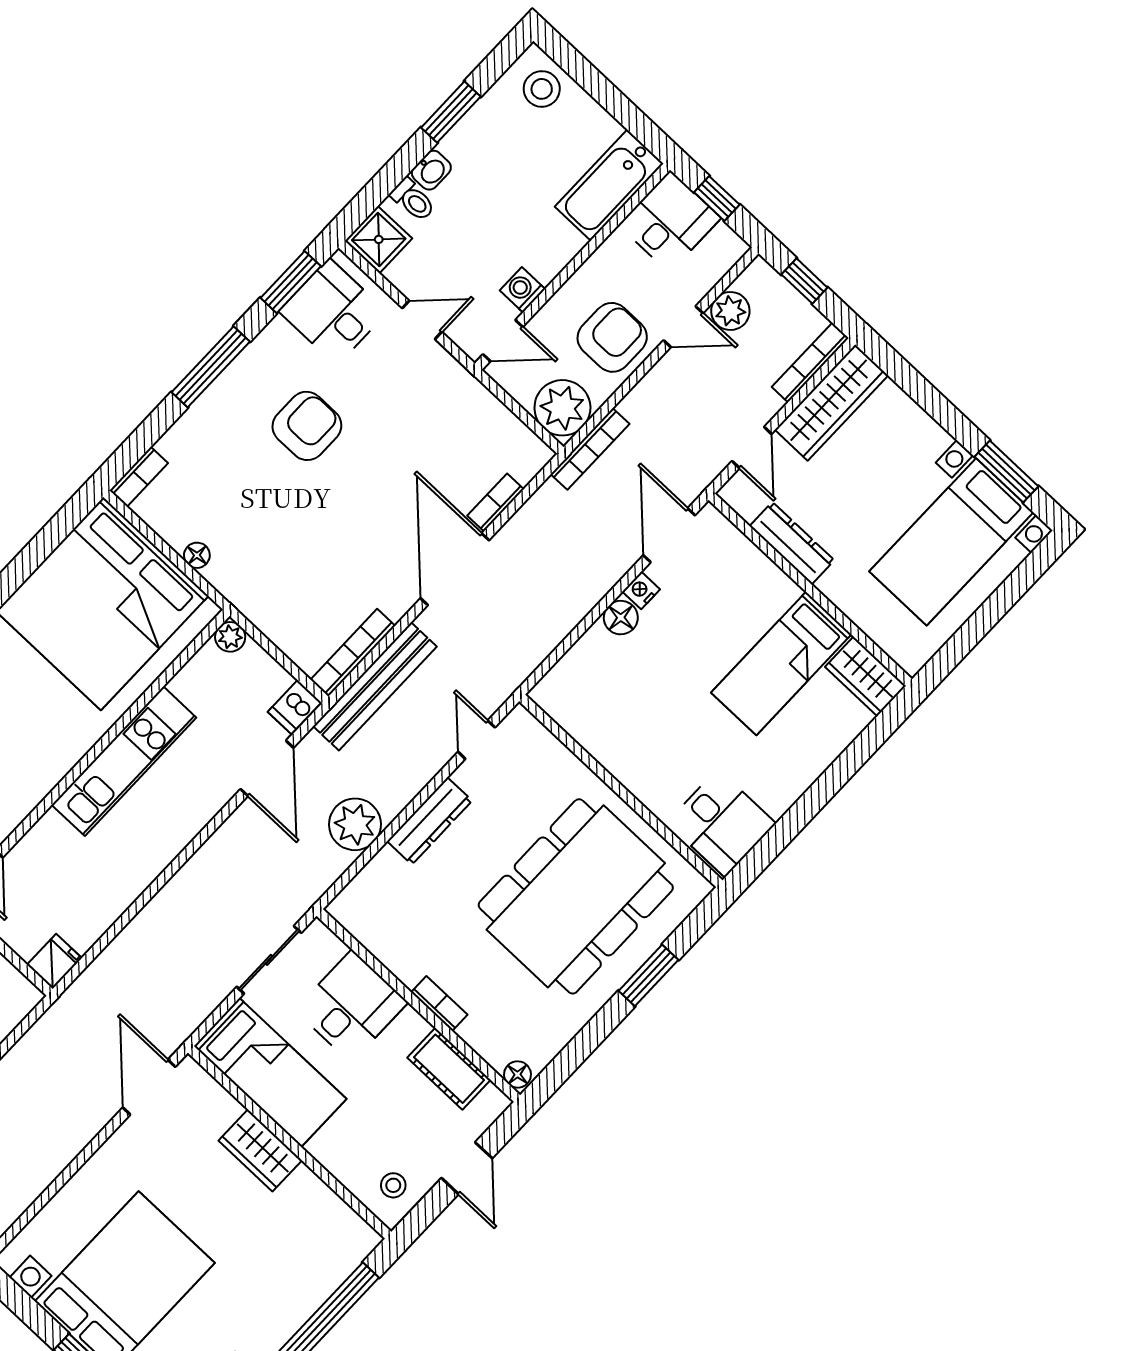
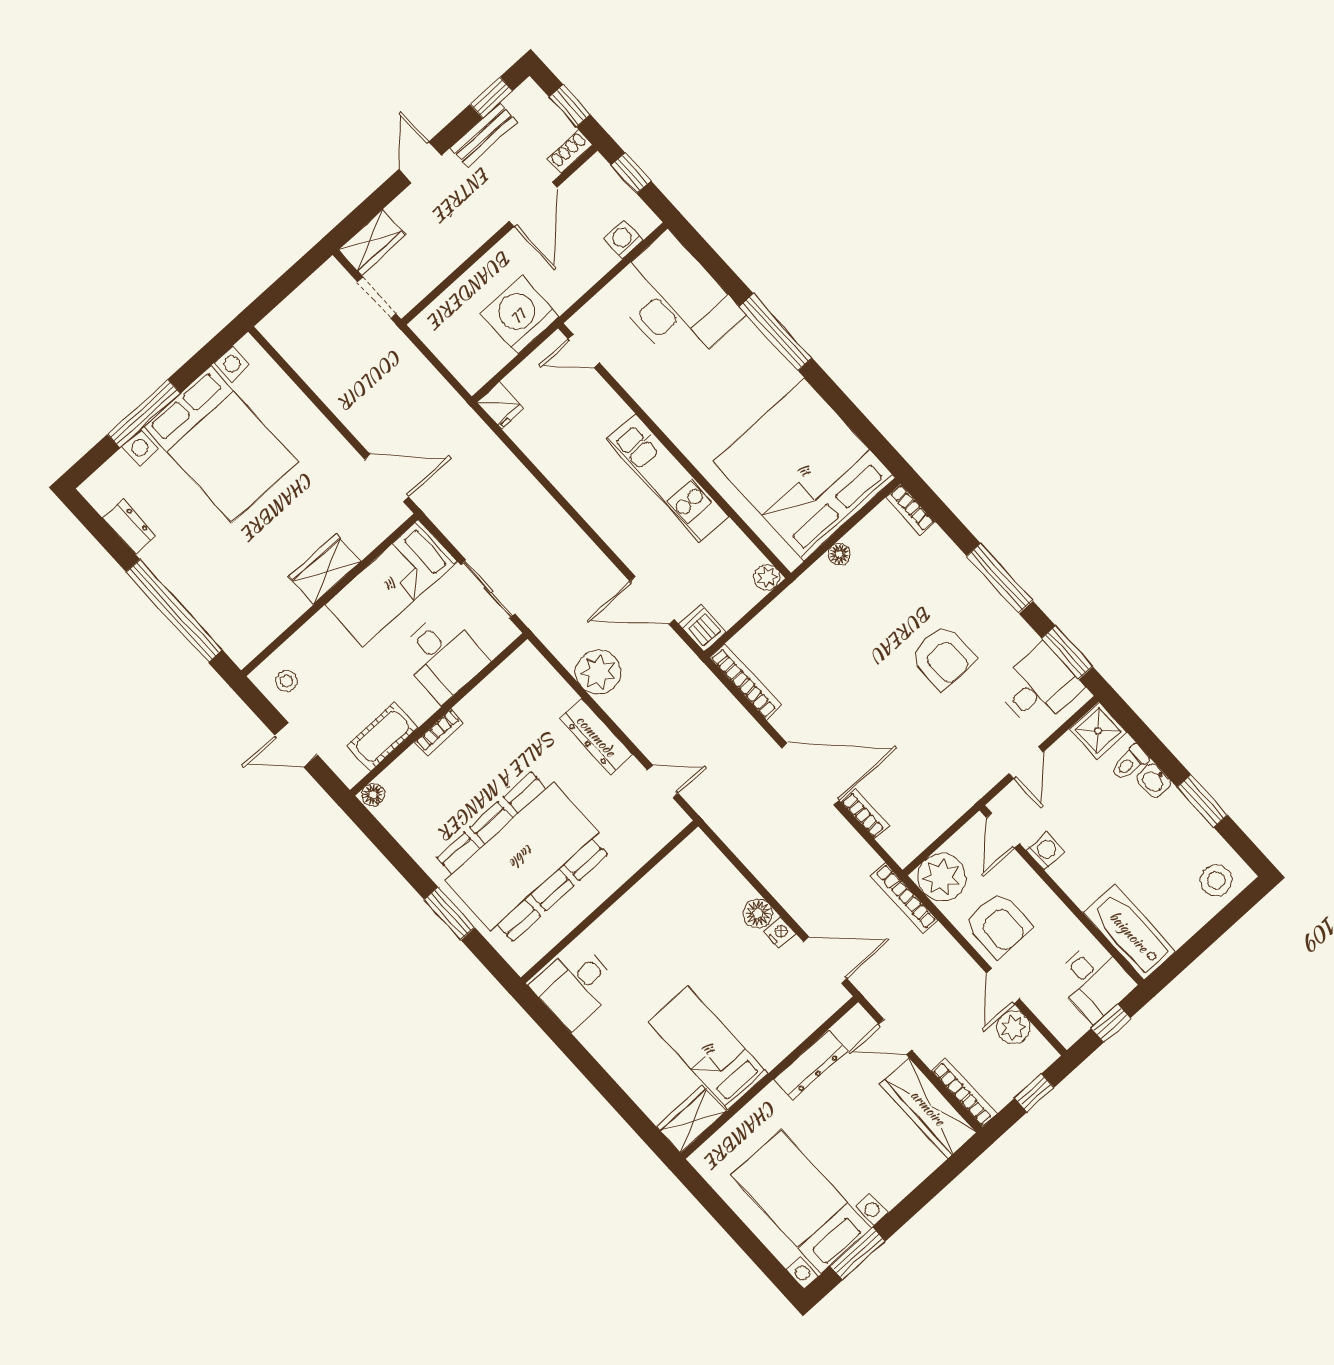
bench: (375, 686) -> (715, 698), removed
dining table: (576, 896) -> (522, 856), turned 90

